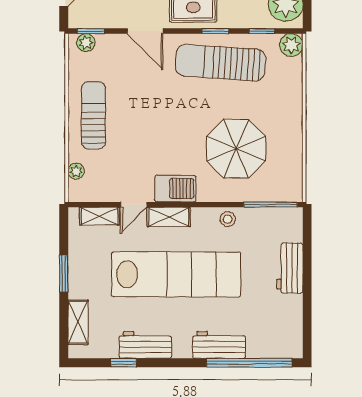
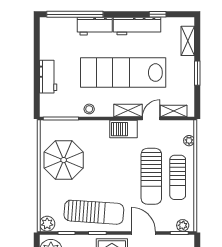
sun lounger: (133, 117) -> (151, 176), added
parasol: (236, 149) -> (64, 160), moved
workbench: (145, 345) -> (137, 26), width x1.38

